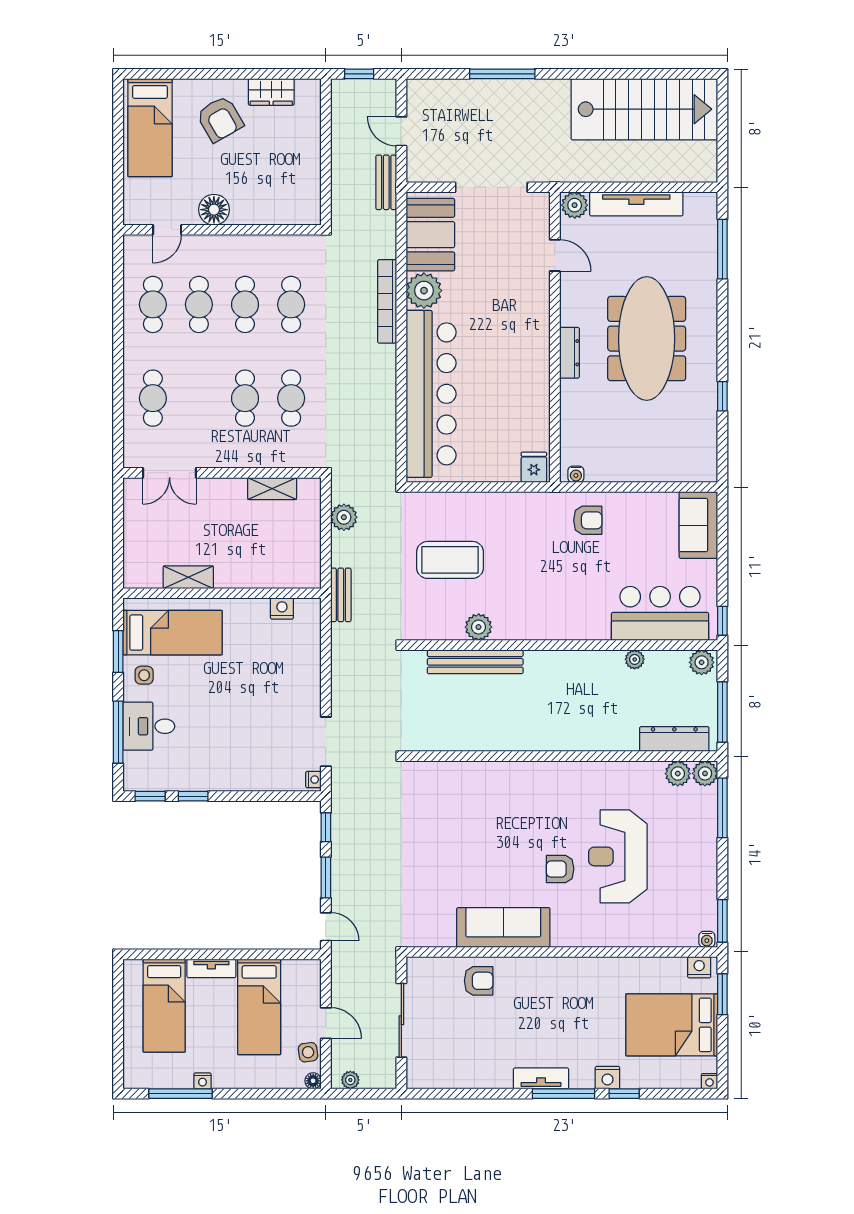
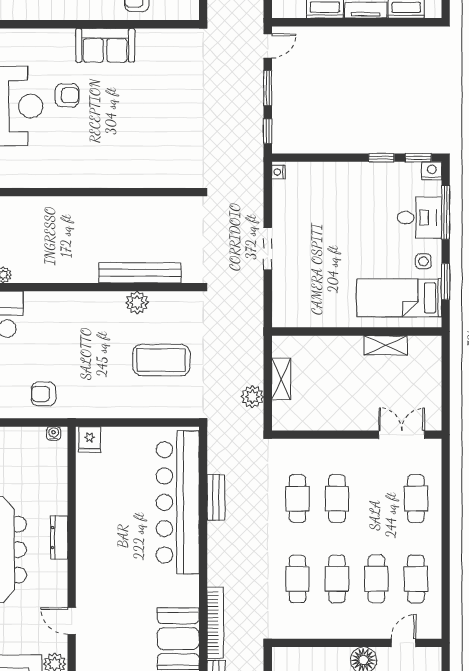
plant: (424, 291) -> (184, 591), removed
bookcase: (387, 301) -> (215, 623), moved
shelving: (272, 489) -> (281, 379), moved, turned 90
bench: (341, 595) -> (216, 497), moved
nightstand: (282, 609) -> (432, 171), moved, turned 180
doorway: (326, 742) -> (268, 249), moved
door: (326, 927) -> (268, 46), swing flipped
sofa: (503, 927) -> (105, 45), width x0.73

